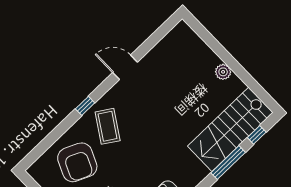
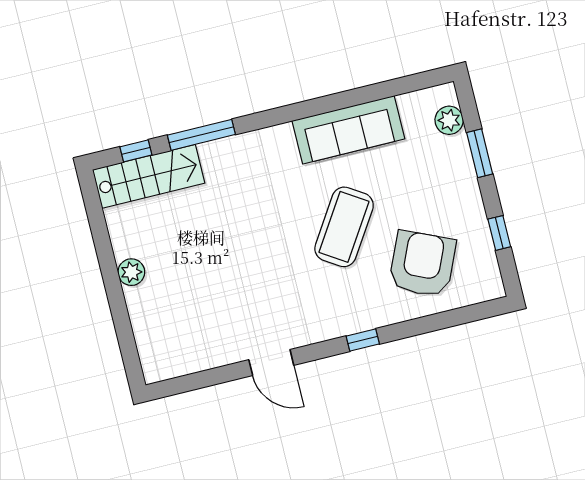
coffee table: (108, 126) -> (344, 227), moved, width x1.36, depth x1.32
stairs: (230, 129) -> (149, 176), width x0.73, depth x0.66

